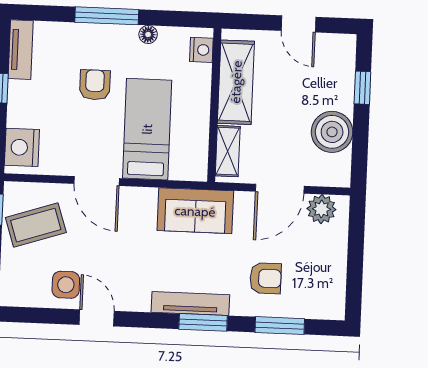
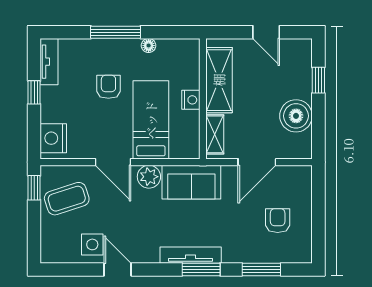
nightstand: (201, 50) -> (191, 100), moved
plant: (321, 209) -> (149, 177), moved
armchair: (266, 278) -> (278, 221), moved, turned -90

